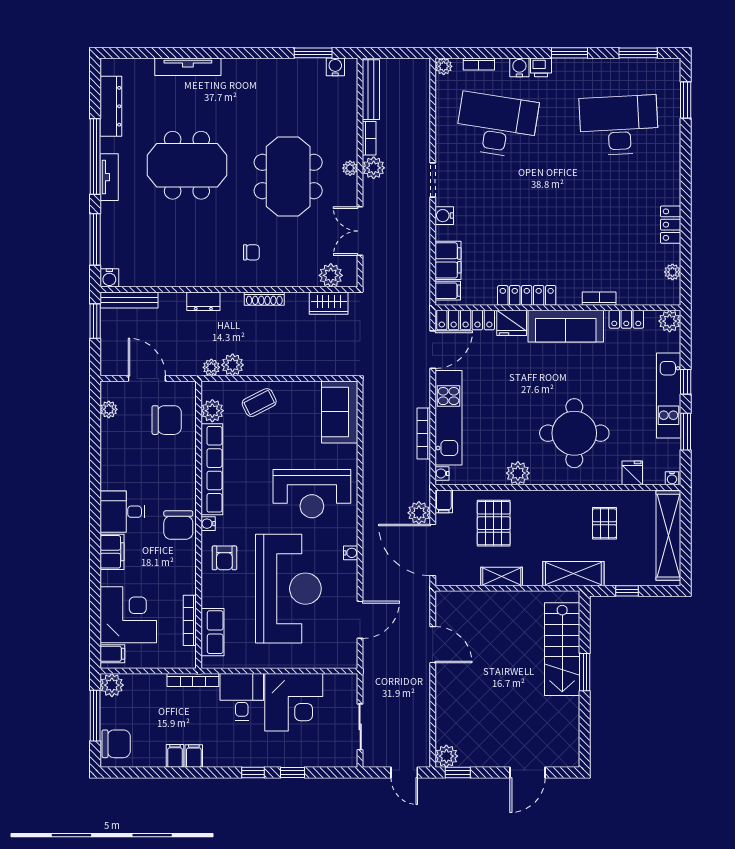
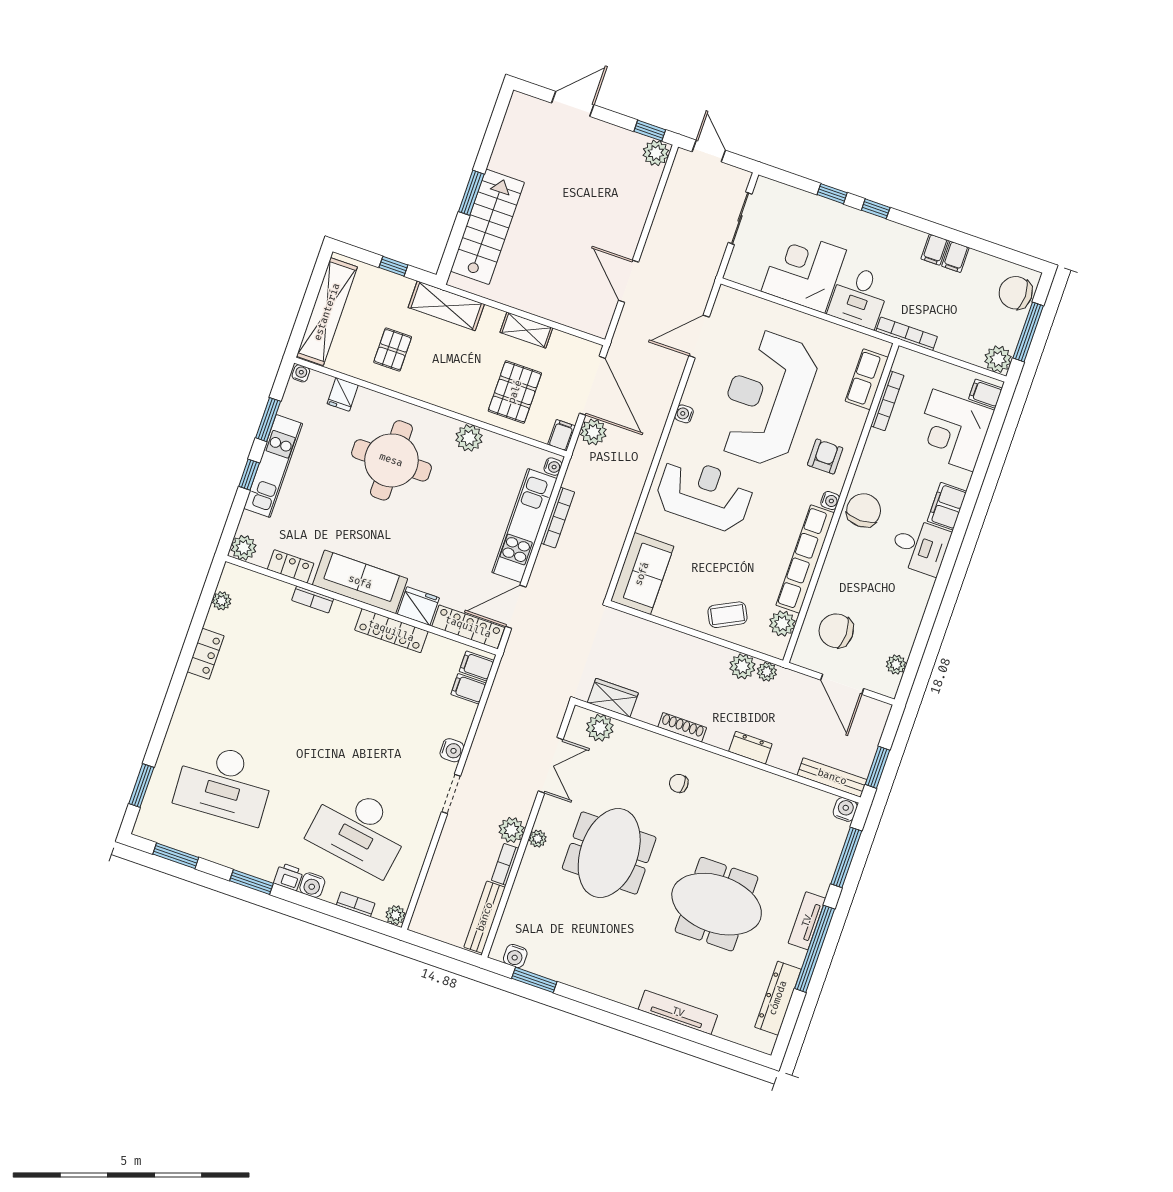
filing cabinet: (448, 260) -> (469, 689), width x0.50

